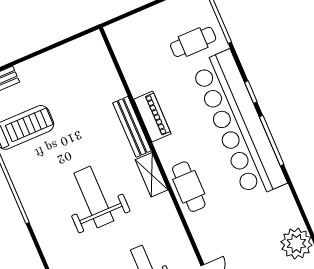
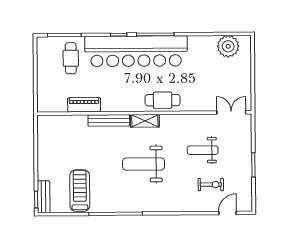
piano: (152, 116) -> (84, 105), moved

